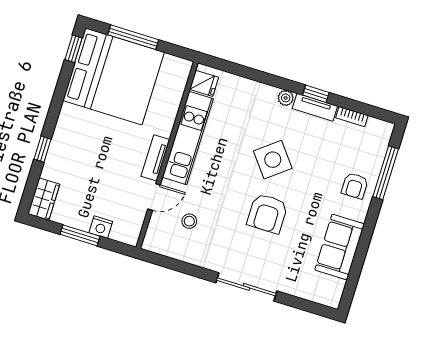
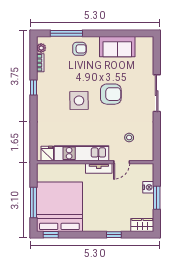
plant: (286, 98) -> (41, 48), moved
tv unit: (315, 107) -> (41, 86), removed
side table: (273, 160) -> (79, 101), turned 37
door: (154, 197) -> (122, 162), swing flipped

